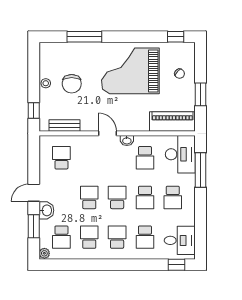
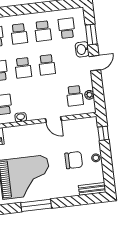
window: (84, 37) -> (36, 205), moved
chair: (72, 84) -> (74, 160), turned 90
bench: (64, 126) -> (92, 189), moved
door: (107, 133) -> (53, 120), moved
plant: (44, 253) -> (89, 95), moved

